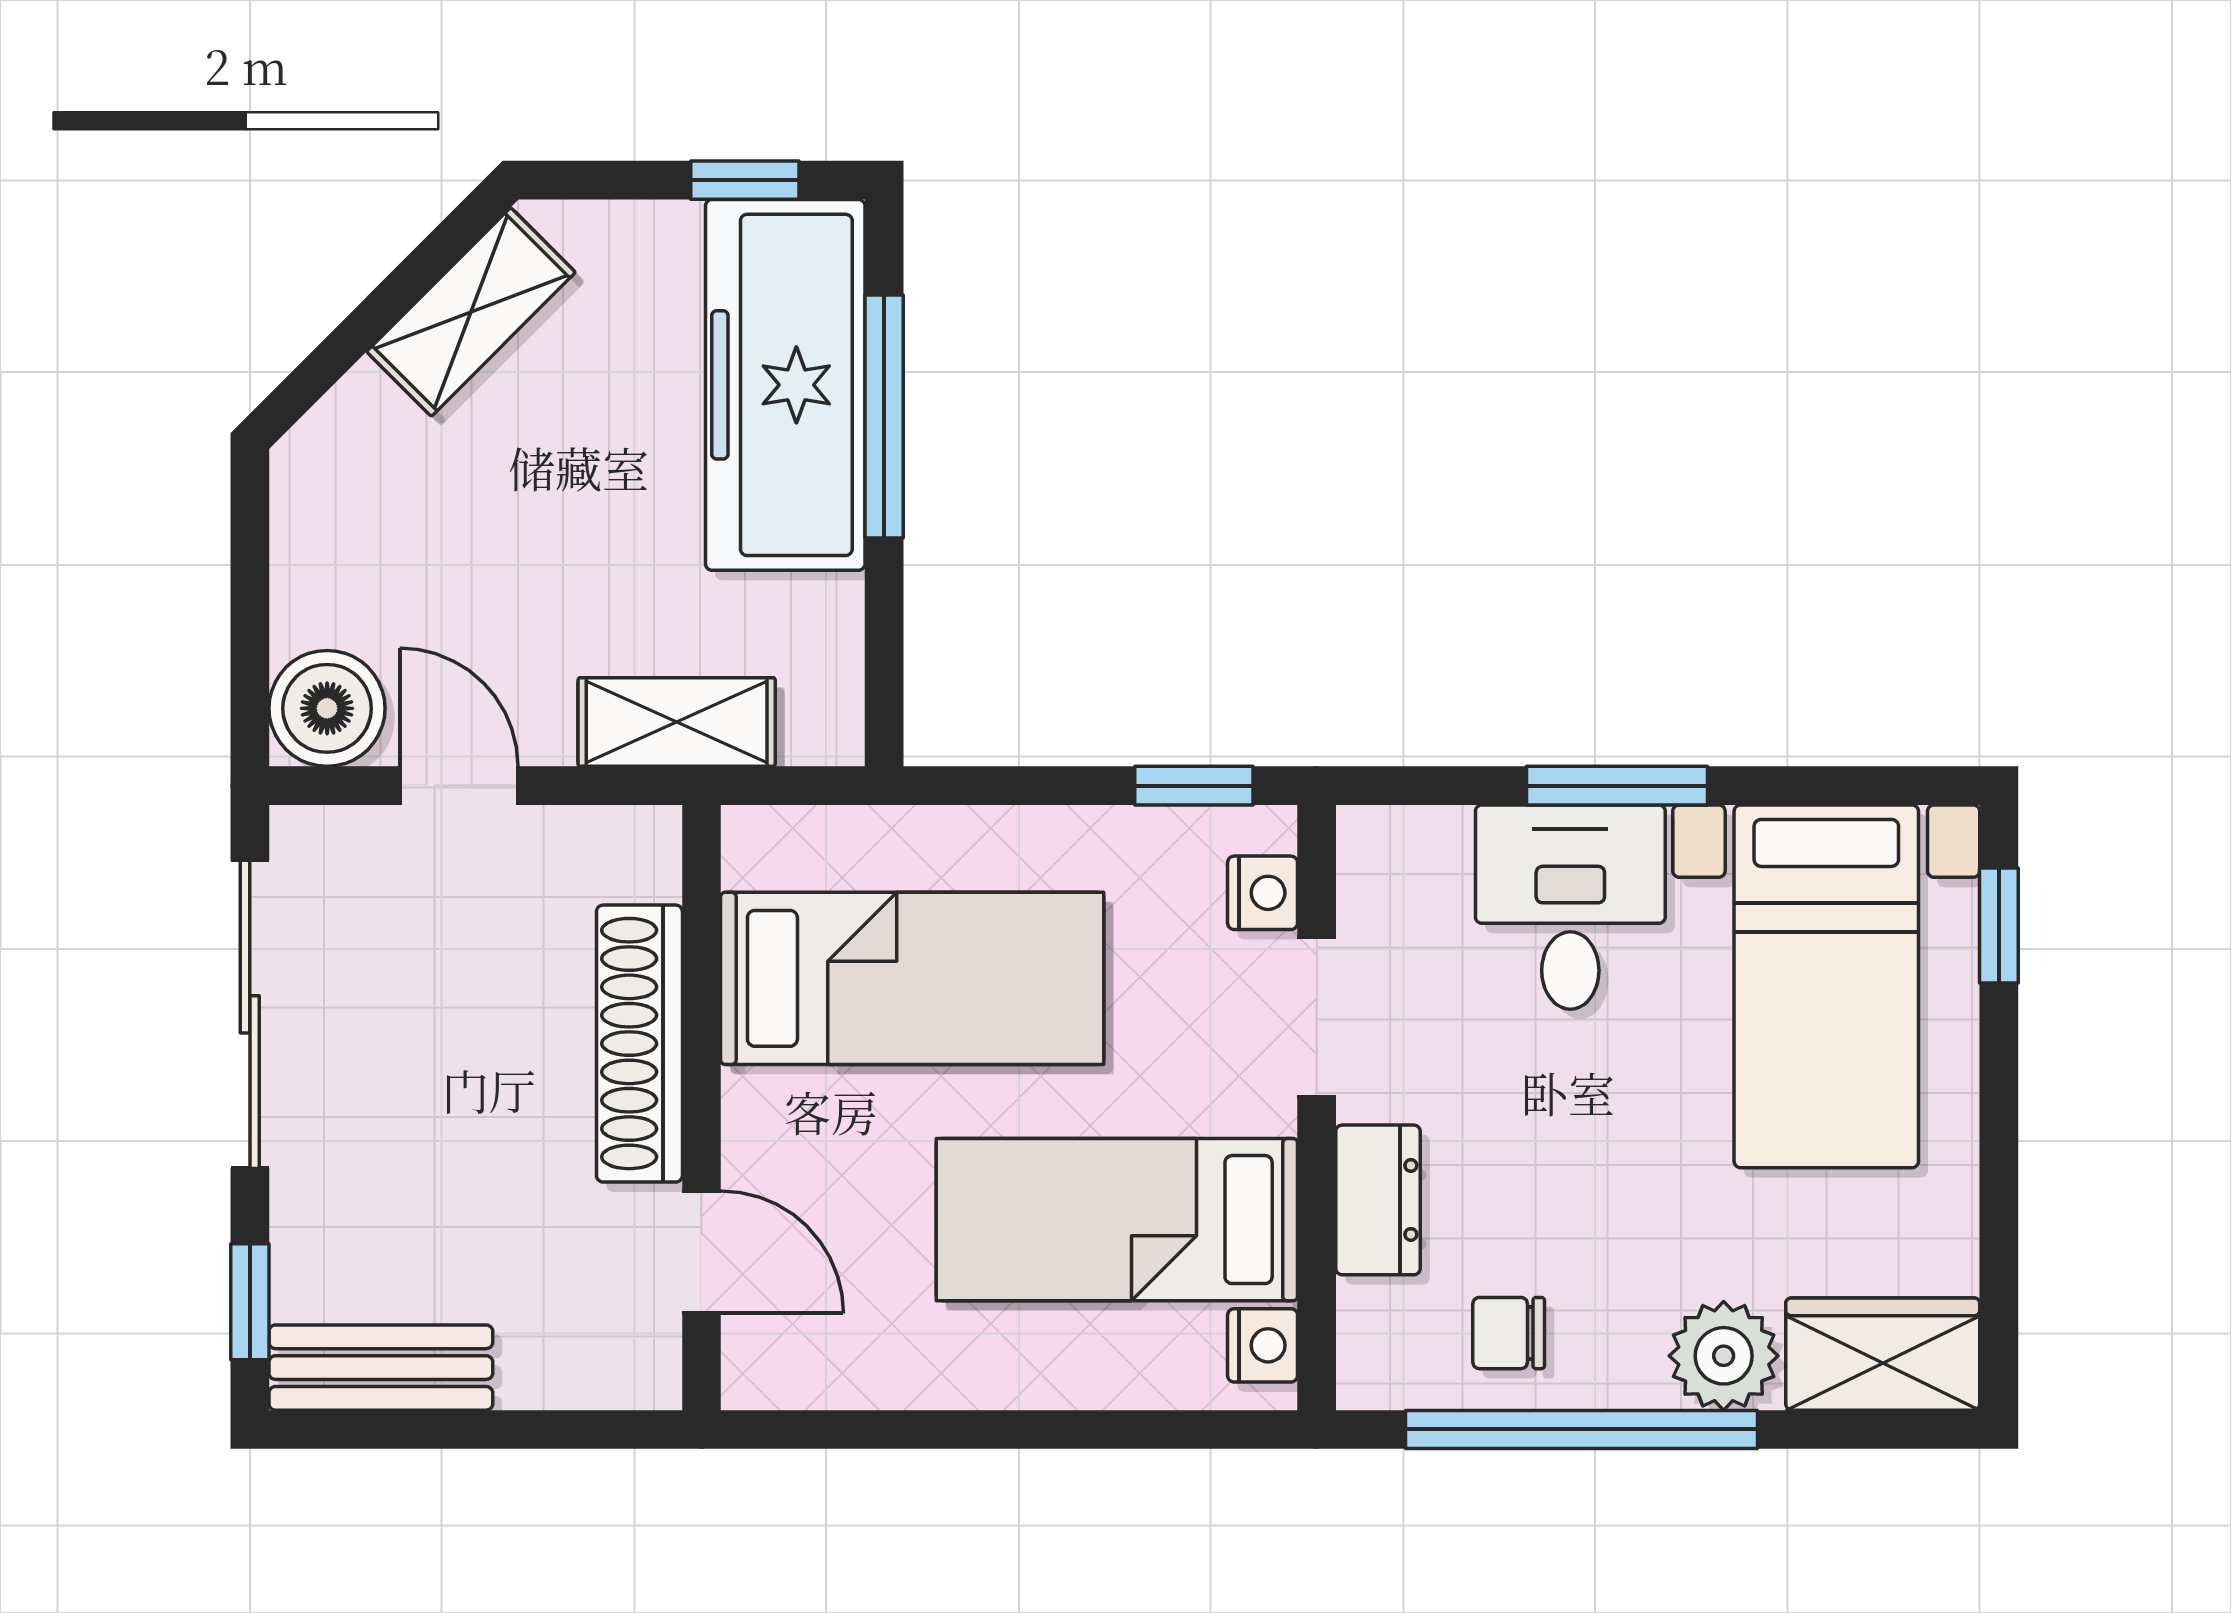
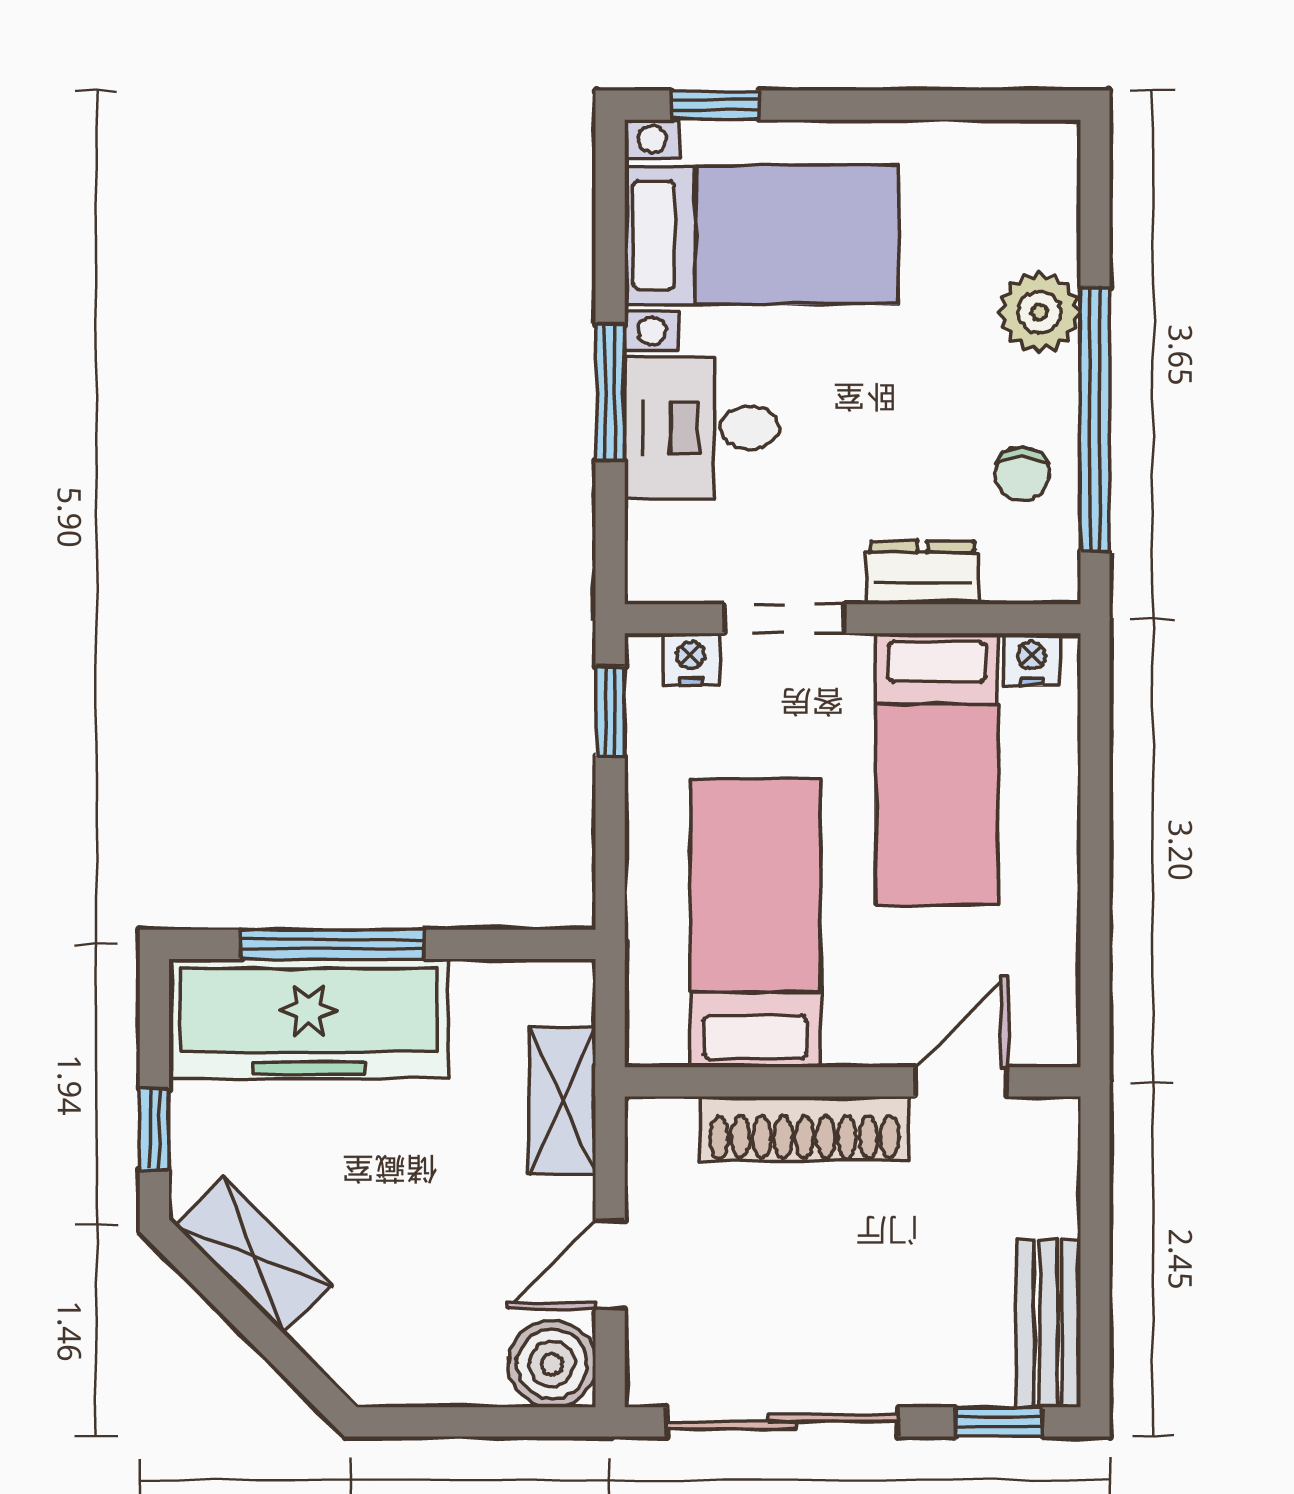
window: (745, 180) -> (154, 1129), moved
wardrobe: (1883, 1354) -> (1038, 192), removed

